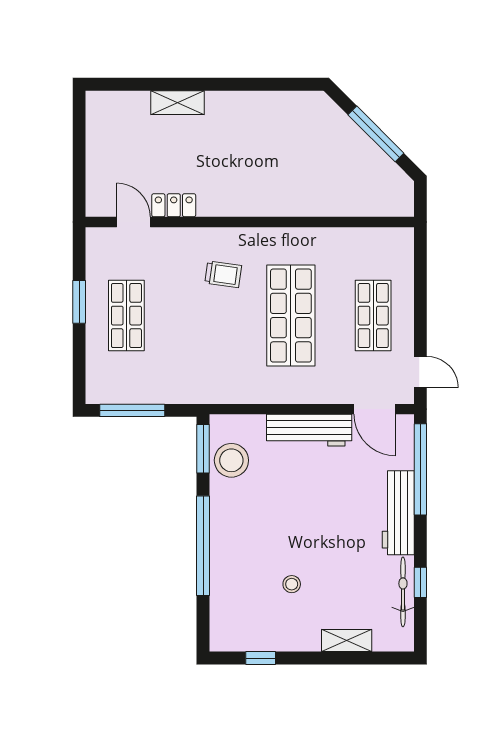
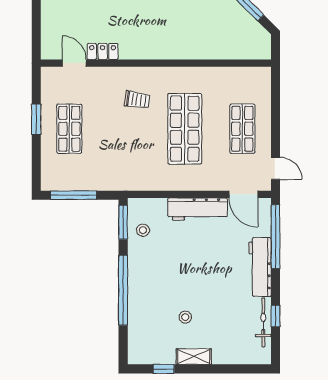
stool: (231, 460) -> (143, 230), width x0.53, depth x0.53
shelving: (347, 640) -> (194, 357), moved

